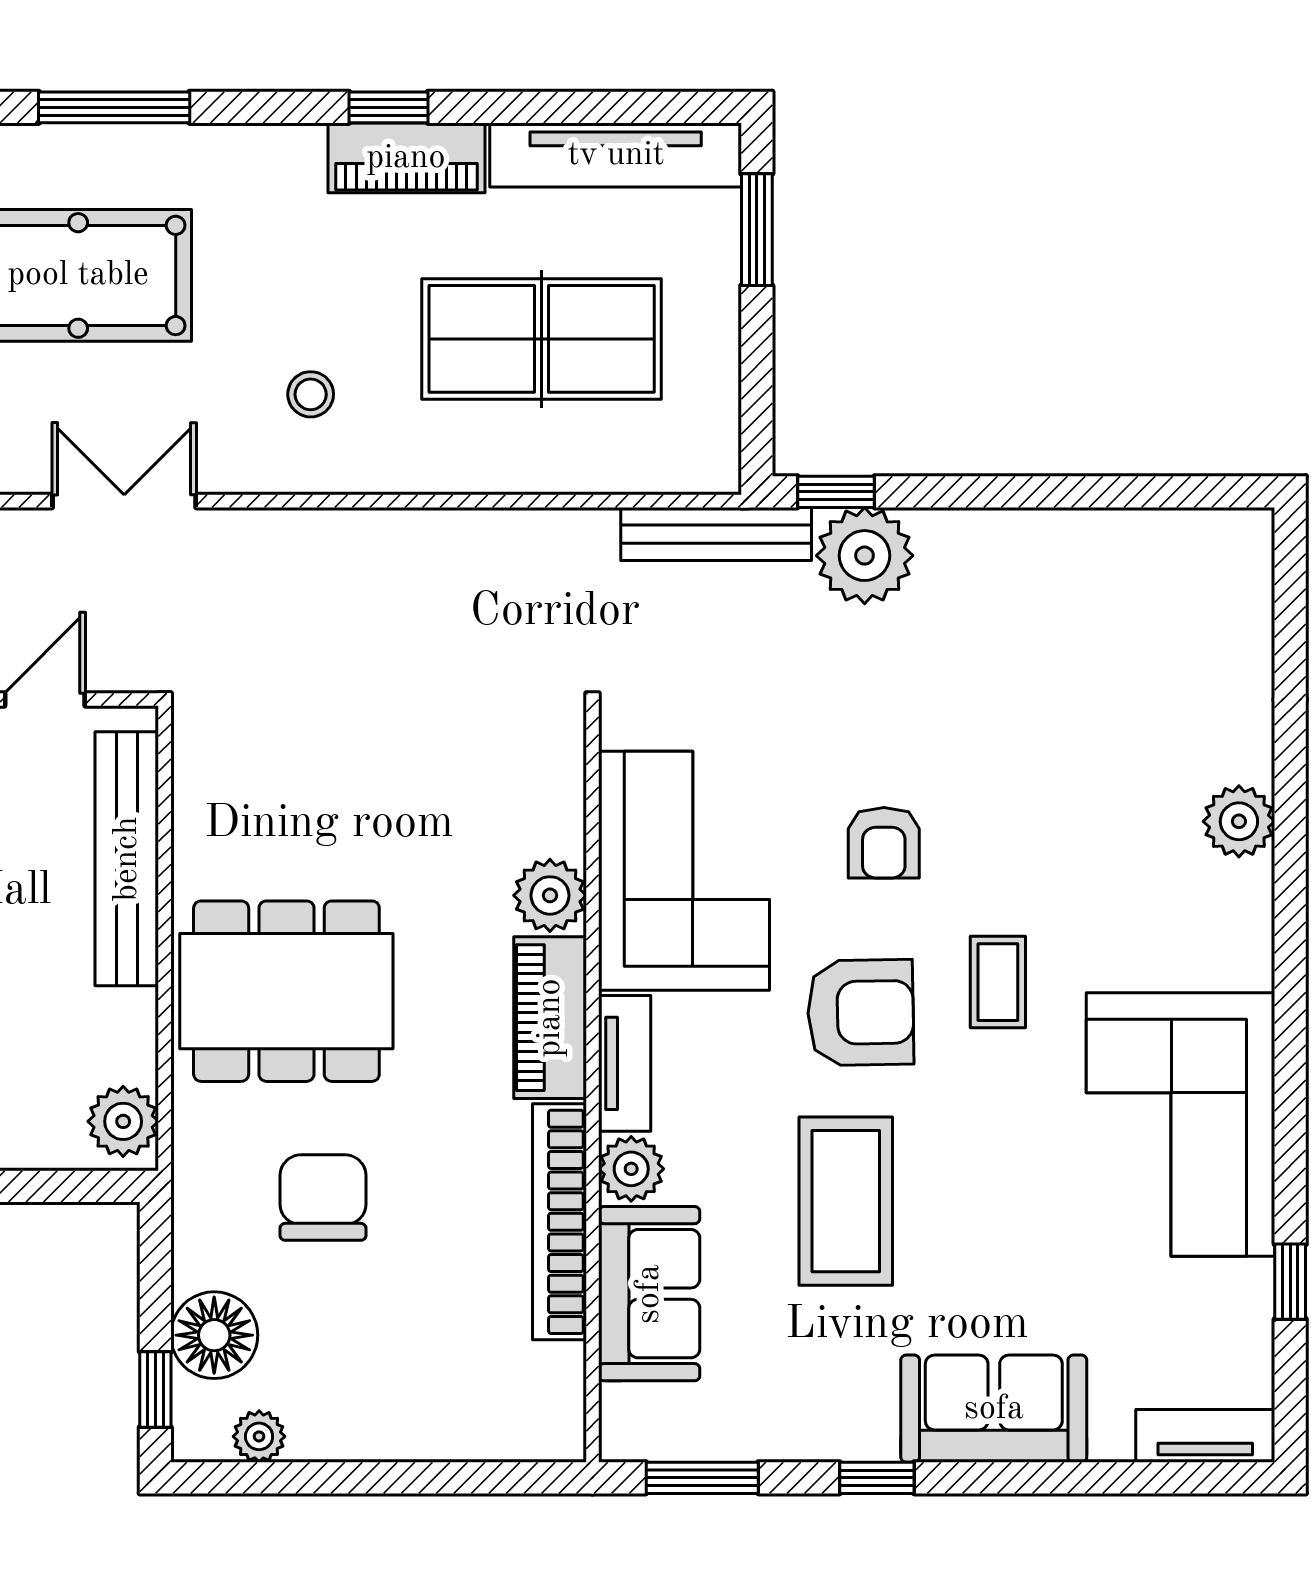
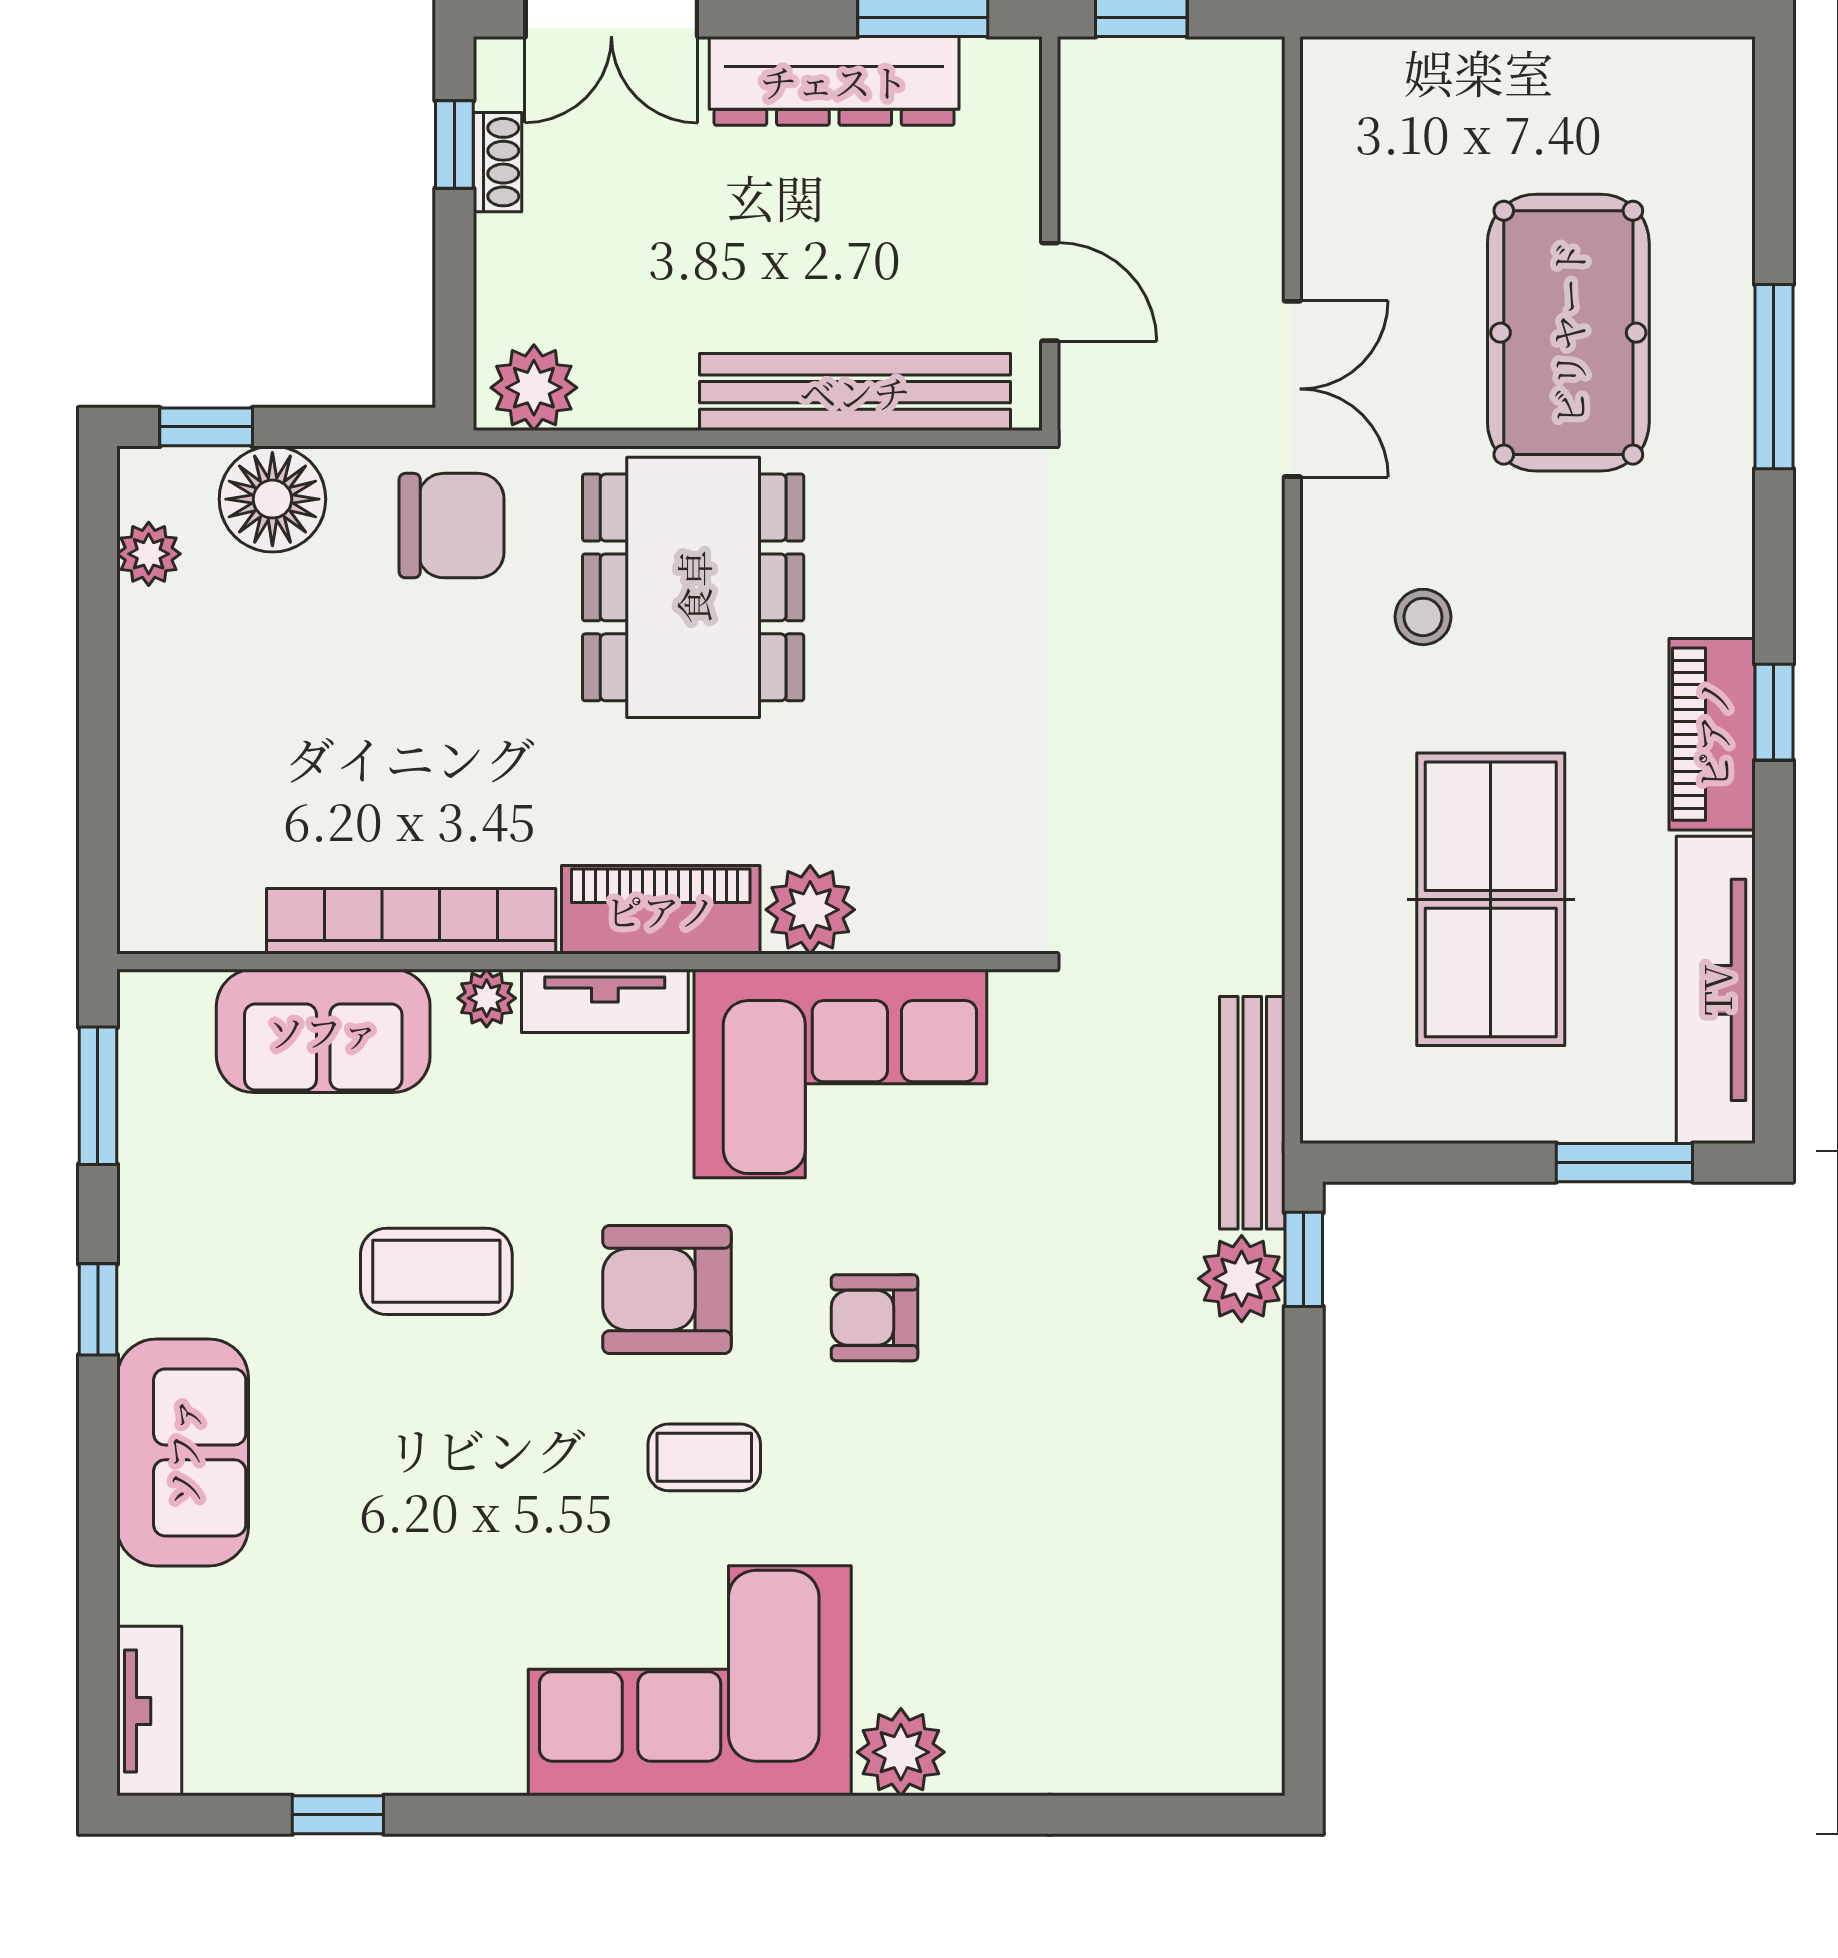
plant: (865, 556) -> (1242, 1279), width x0.73, depth x0.73
armchair: (861, 1013) -> (667, 1290), turned 91
corner sofa: (1181, 1125) -> (690, 1681), moved
plant: (631, 1169) -> (487, 998), width x0.73, depth x0.73
chair: (323, 1198) -> (452, 526), moved
coffee table: (846, 1201) -> (436, 1271), width x0.73, depth x0.76

